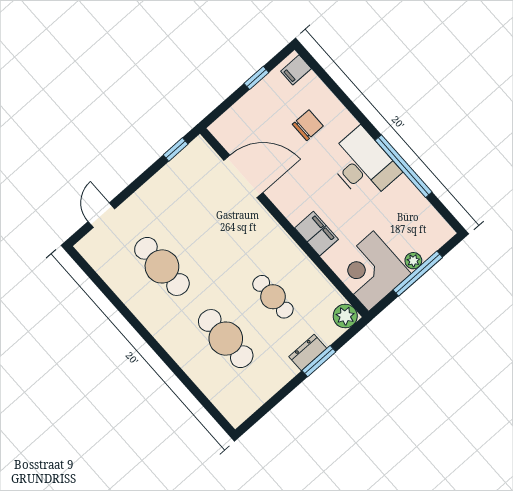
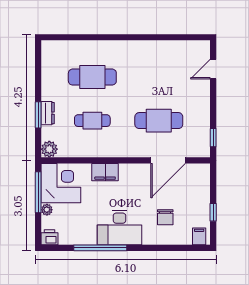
door: (101, 215) -> (213, 69), swing flipped
printer: (441, 231) -> (50, 237), added
cafe table: (162, 266) -> (159, 121), moved
window: (418, 274) -> (38, 192), moved

